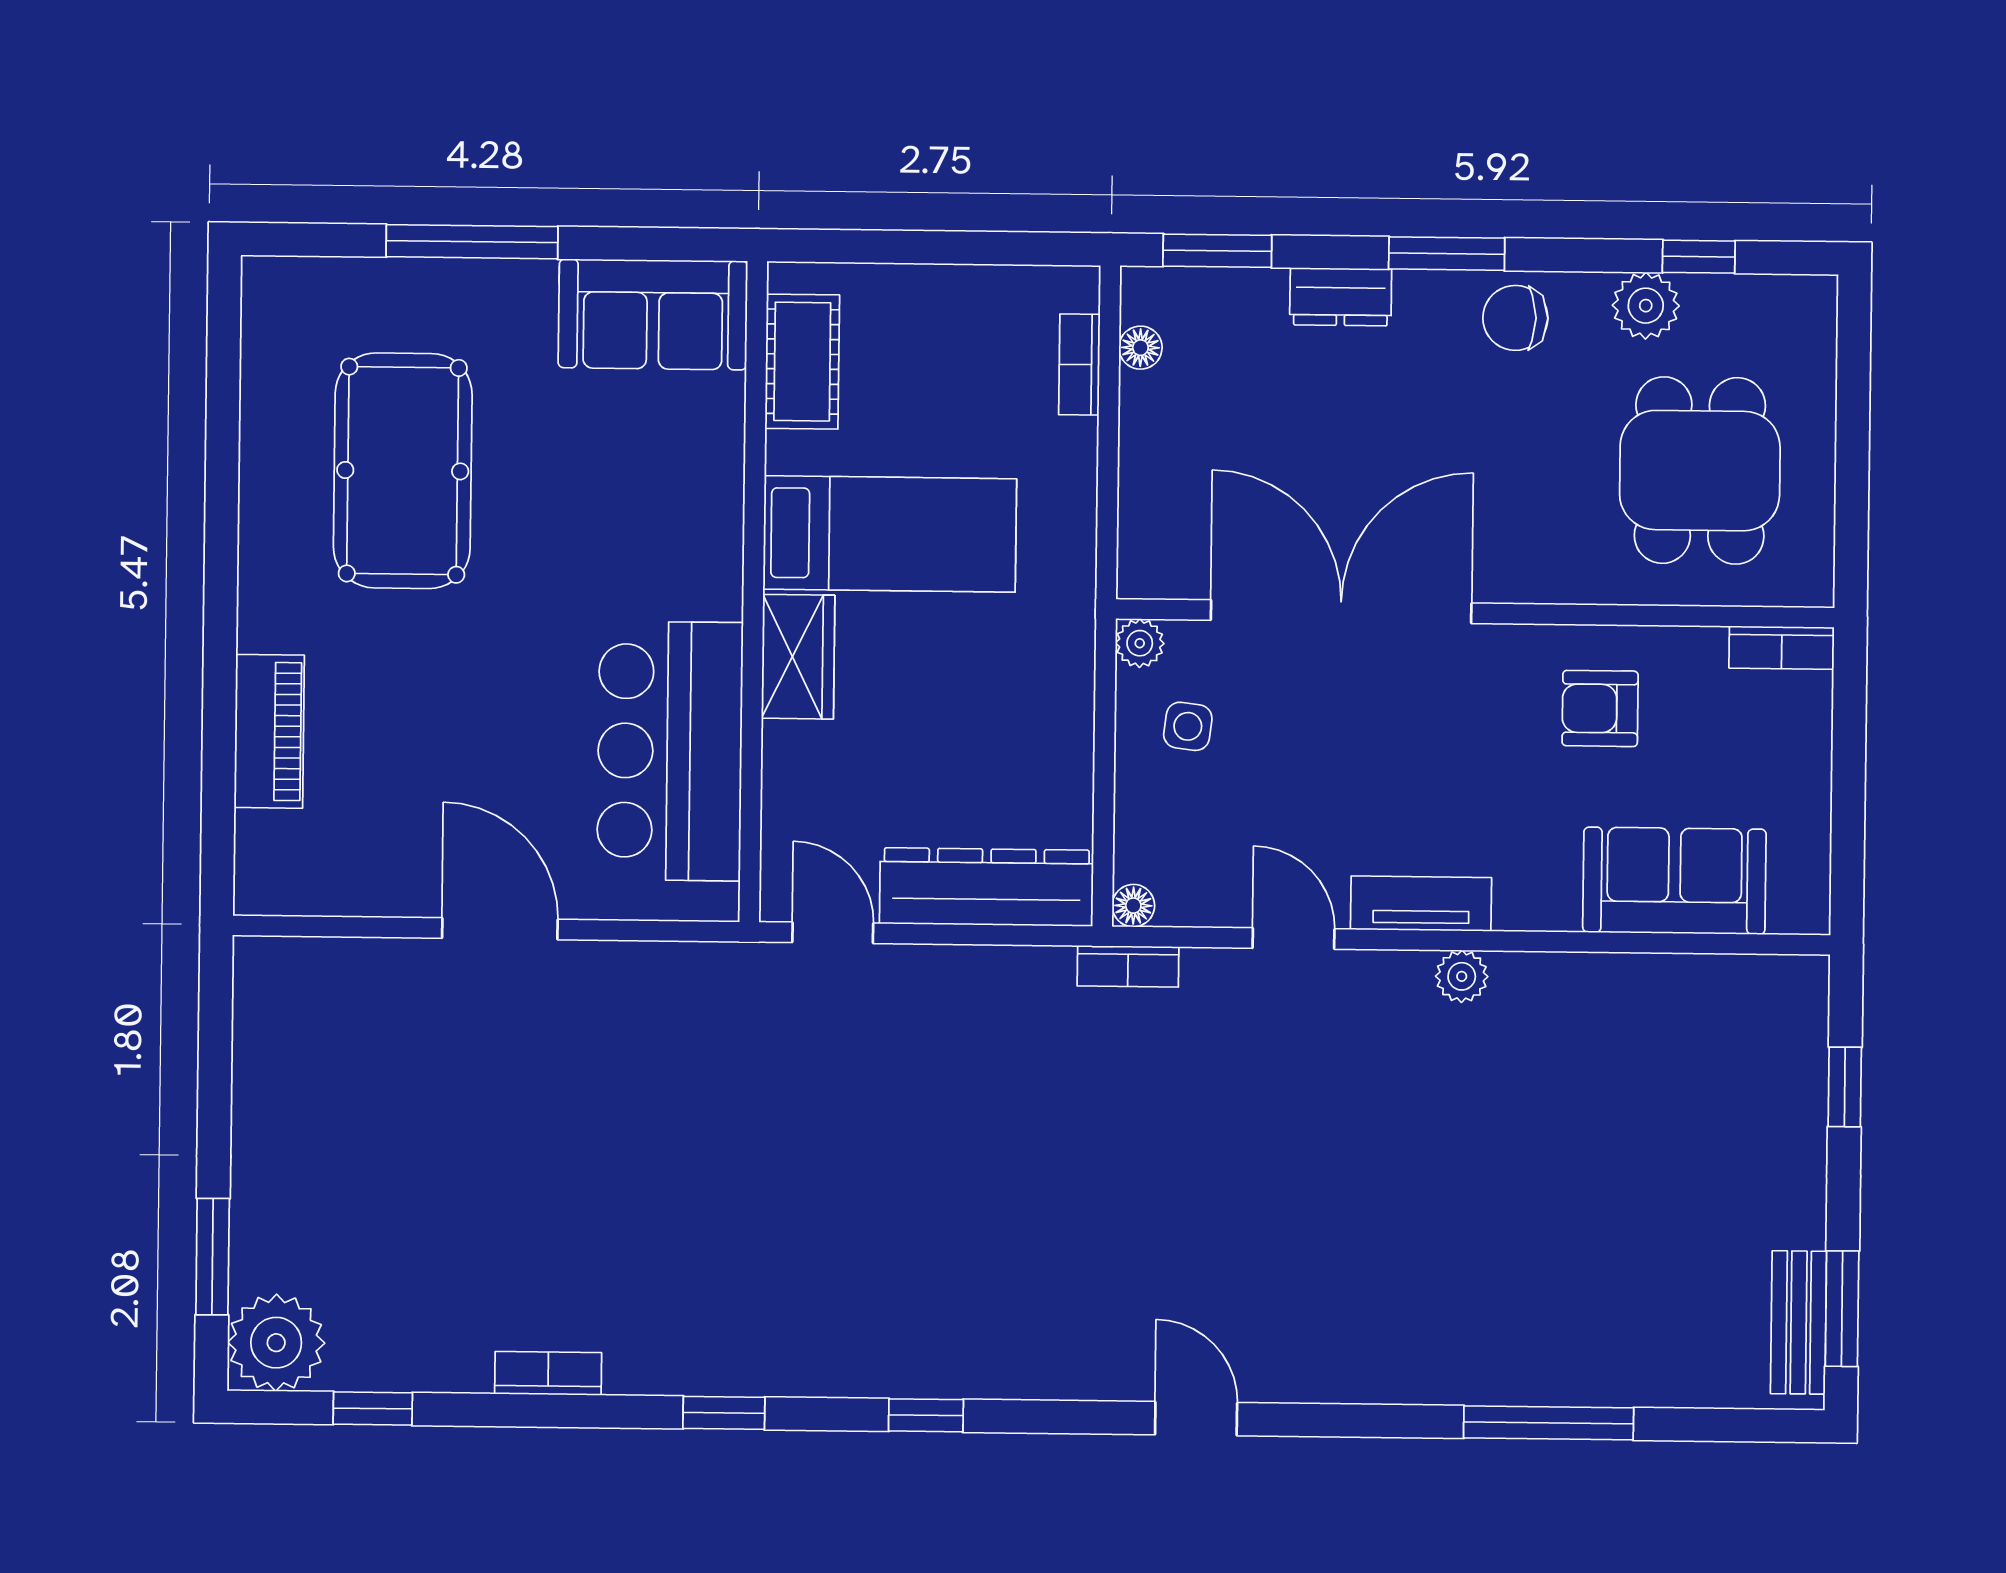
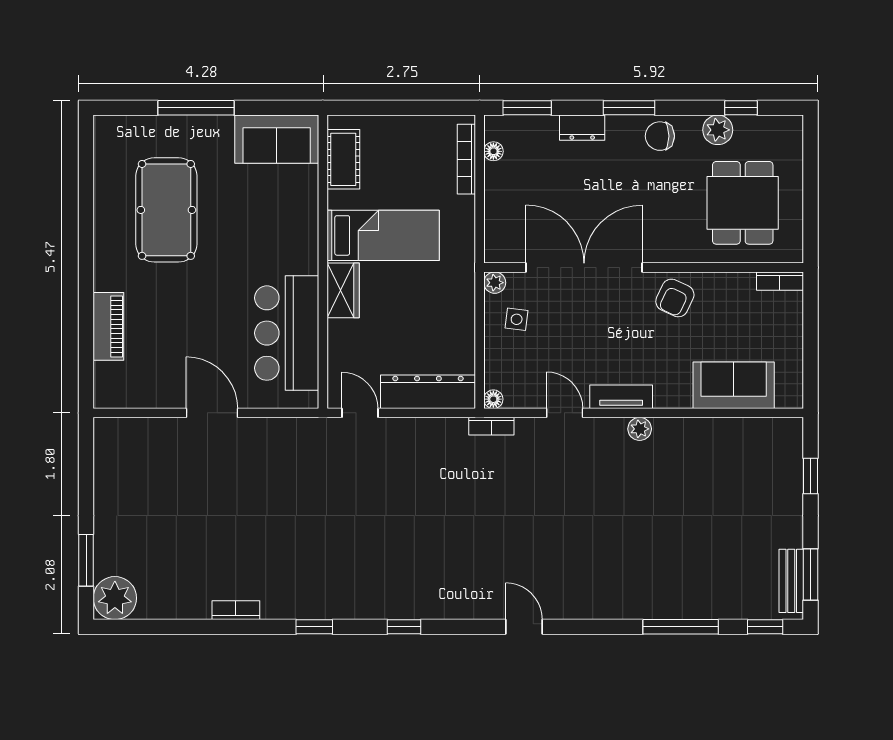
bookcase: (1079, 365) -> (466, 159), width x1.56
armchair: (1600, 708) -> (675, 298), moved, turned -65
window: (373, 1409) -> (765, 627), moved

